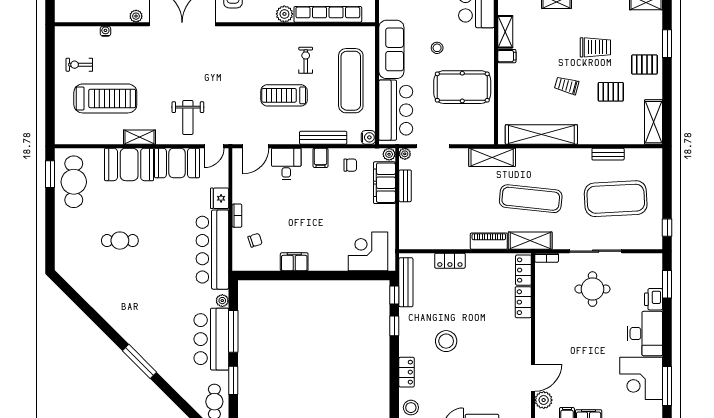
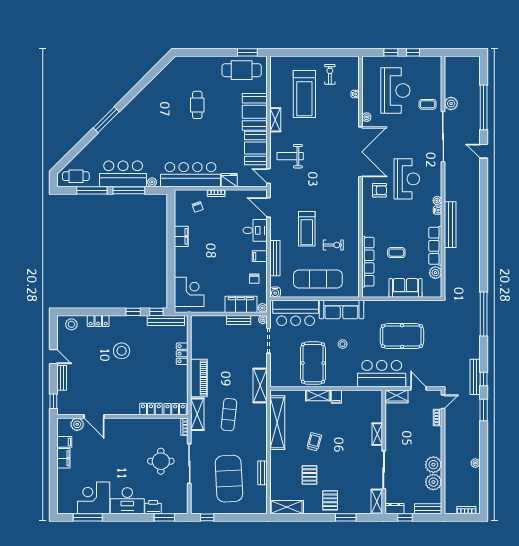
plant: (284, 14) -> (368, 229), removed
shelving: (505, 32) -> (318, 395), moved
trolley: (595, 47) -> (343, 463), removed
treadmill: (284, 95) -> (307, 229), turned 180
exercise mat: (531, 199) -> (229, 415), width x0.73, depth x0.69
piano: (489, 241) -> (199, 378), width x1.37, depth x1.33
window: (233, 380) -> (92, 190), width x1.44

